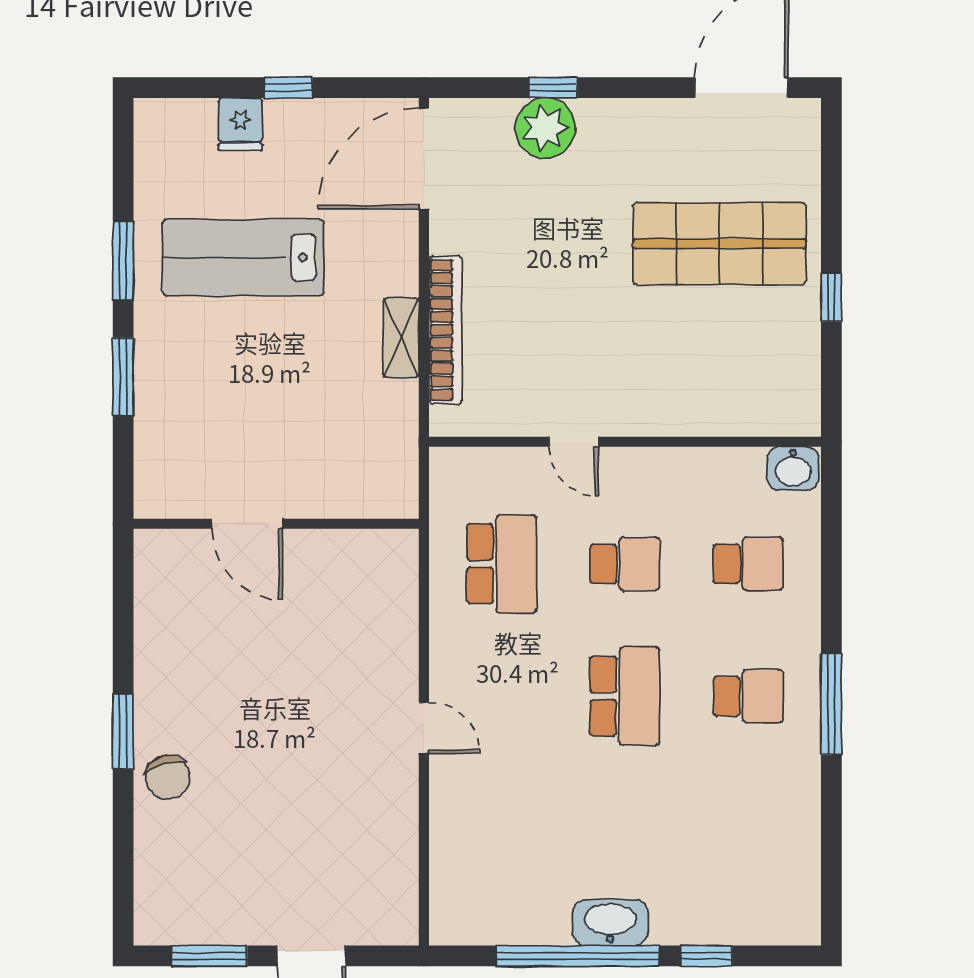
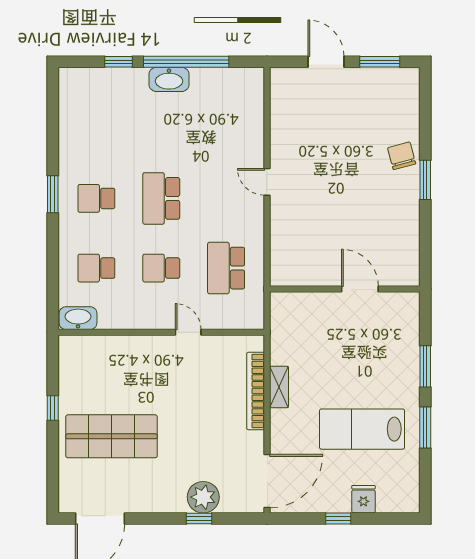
lab bench: (243, 258) -> (362, 429), turned 180
washbasin: (793, 469) -> (78, 318), width x1.38
window: (831, 704) -> (53, 194), width x0.69

